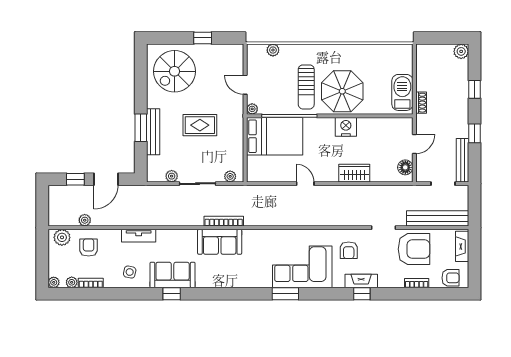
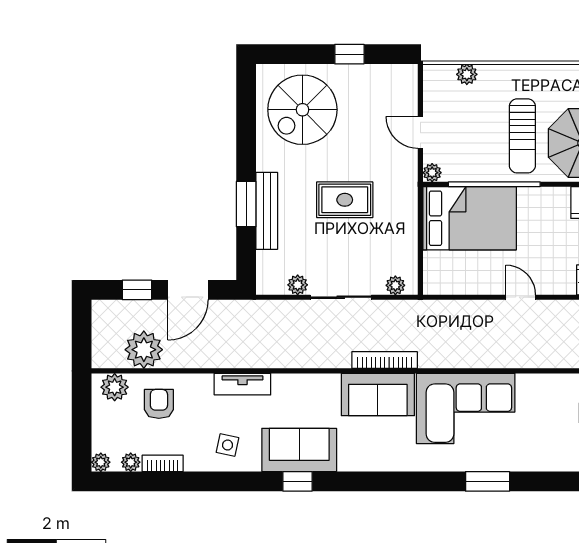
plant: (85, 220) -> (144, 350), width x1.88, depth x1.88
corner sofa: (302, 267) -> (466, 409), moved, turned 180

